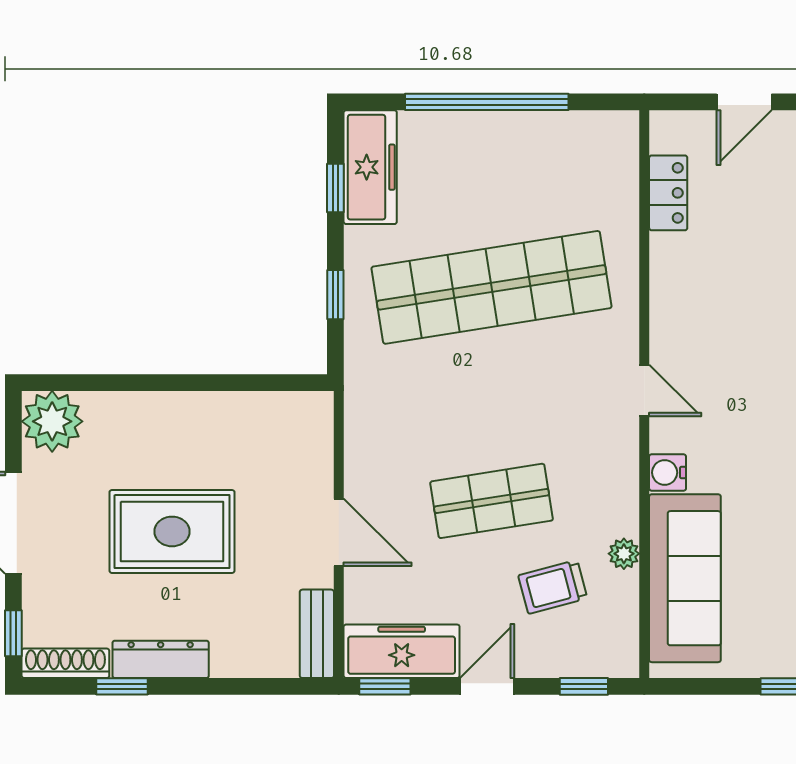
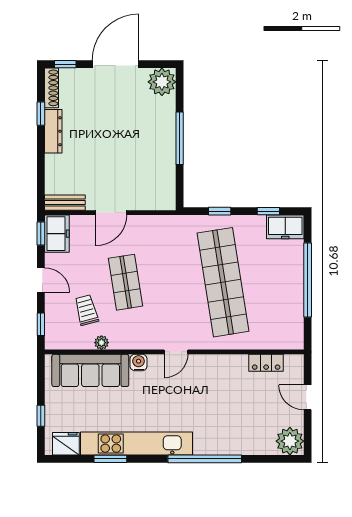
freezer: (370, 167) -> (285, 227), width x0.71
window: (176, 383) -> (180, 138), added
rug: (172, 531) -> (112, 136), removed
freezer: (402, 651) -> (57, 234), width x0.71

